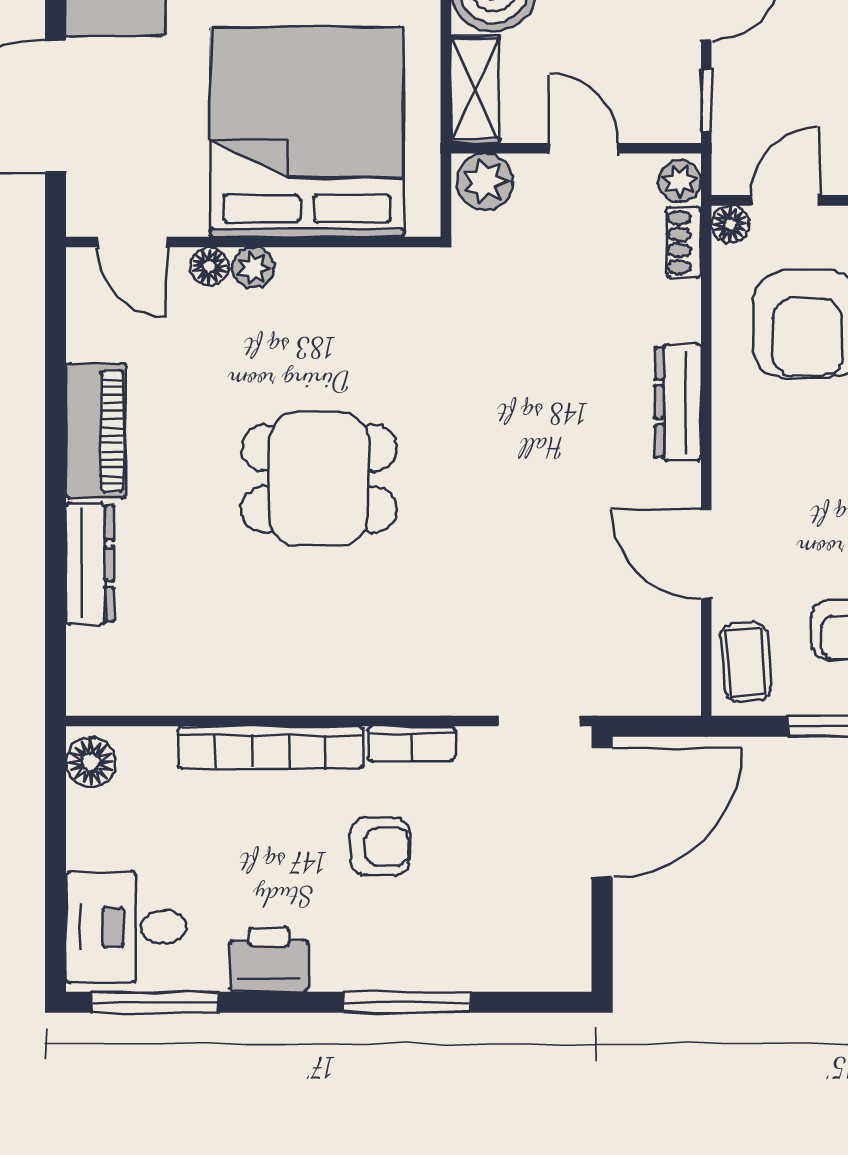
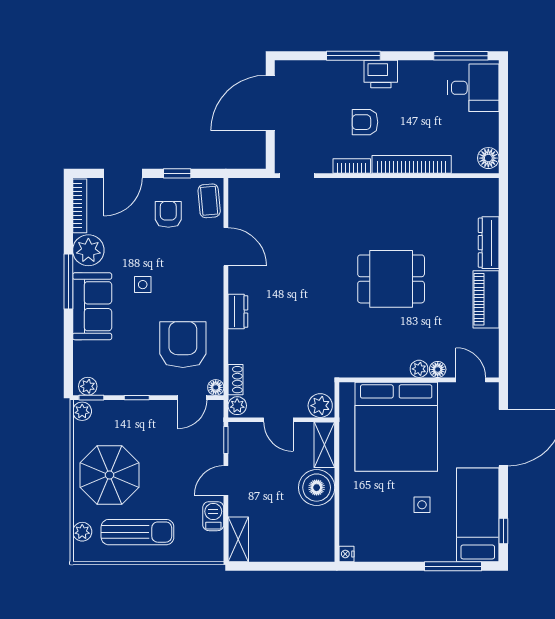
dresser: (678, 402) -> (238, 312), width x0.70
door: (602, 813) -> (270, 103), moved
printer: (269, 959) -> (381, 74), moved

